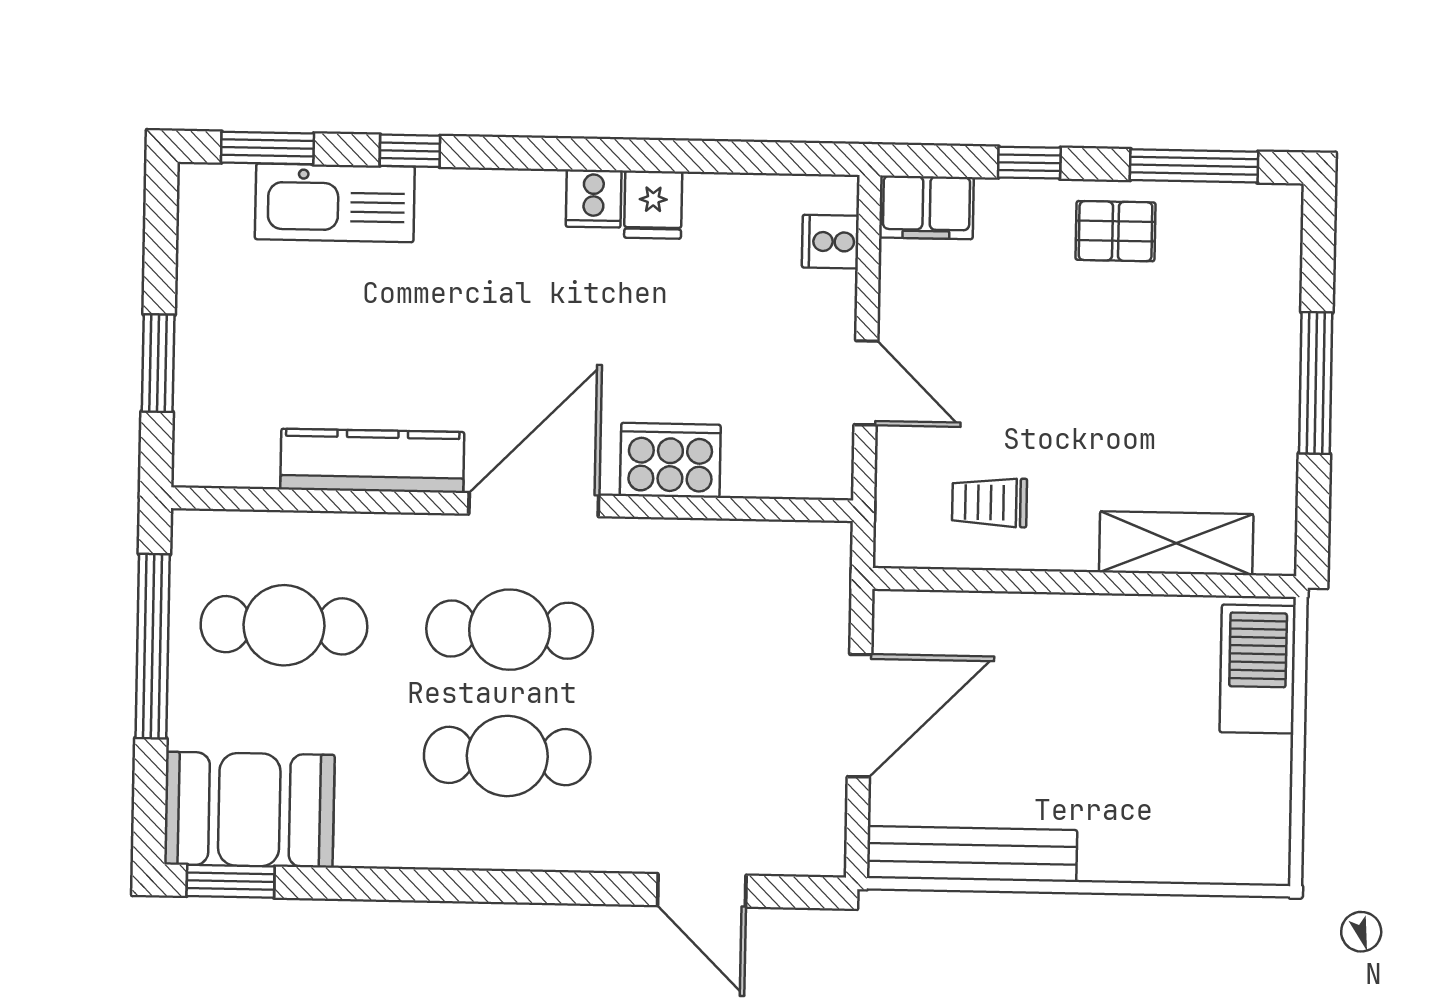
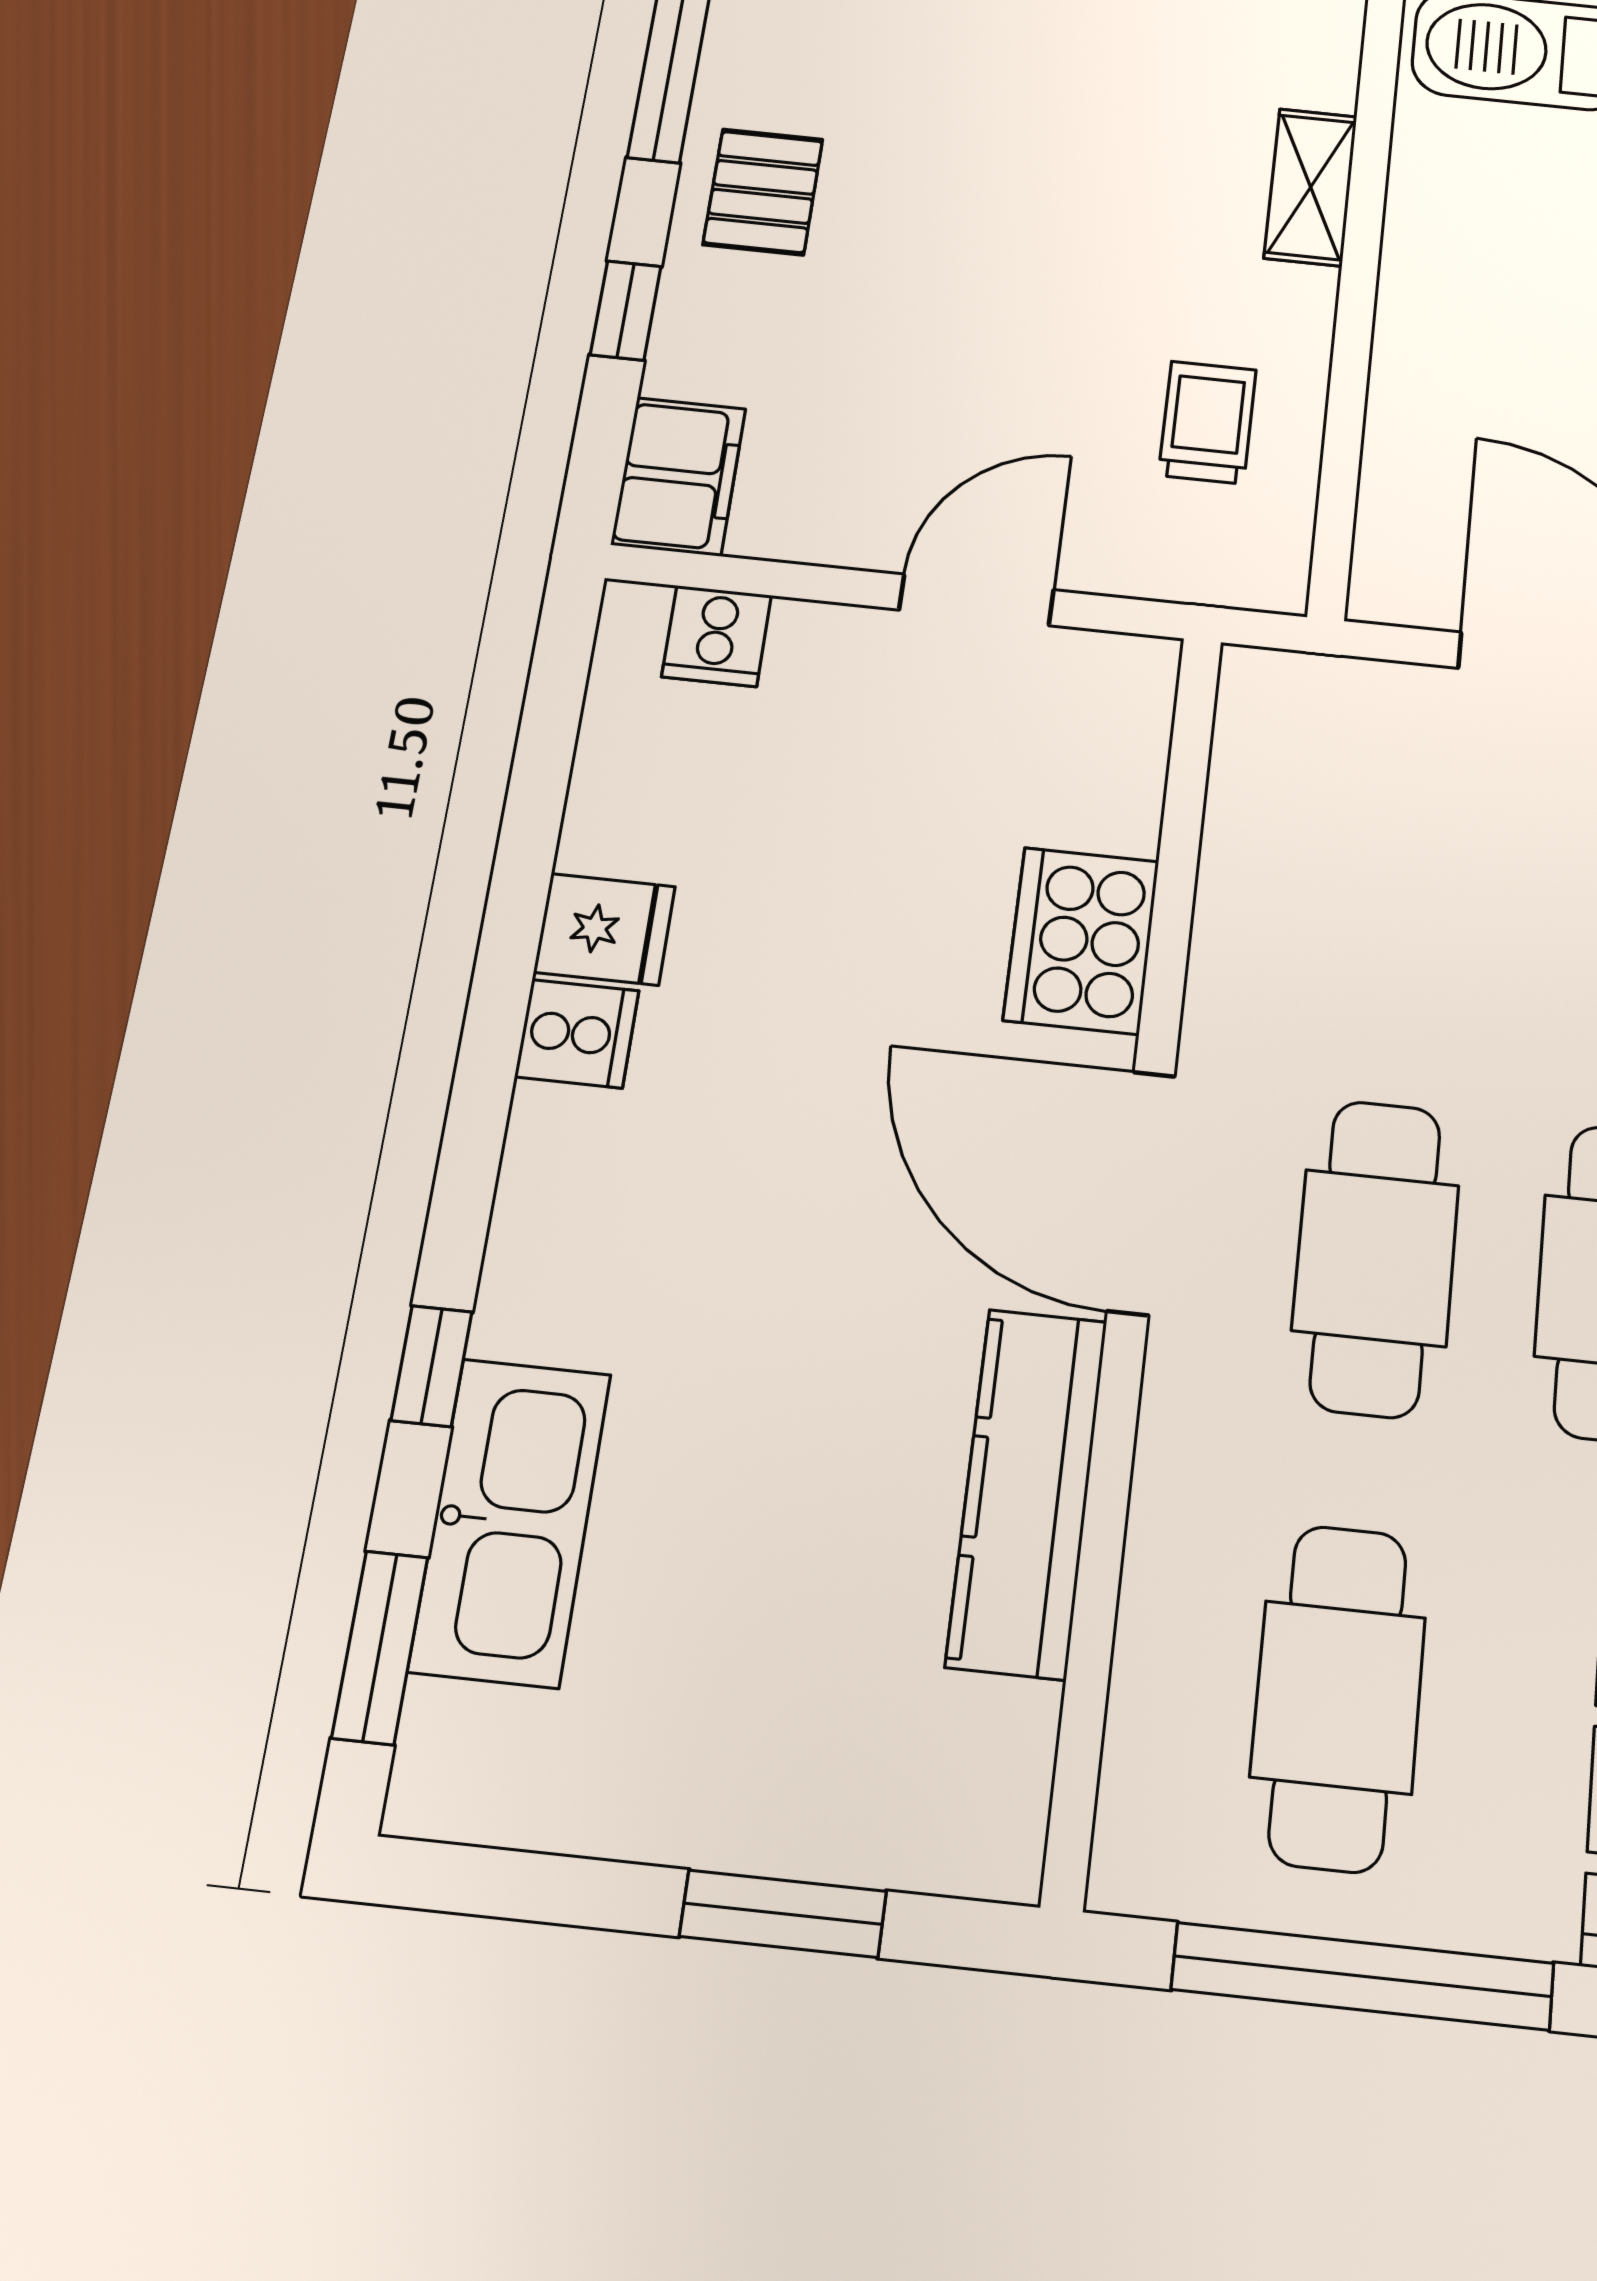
trolley: (990, 502) -> (1207, 422), turned 180
shelving: (1176, 543) -> (1311, 187), width x0.67, depth x0.75

